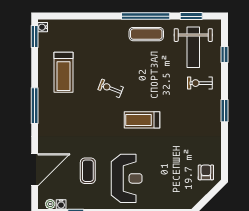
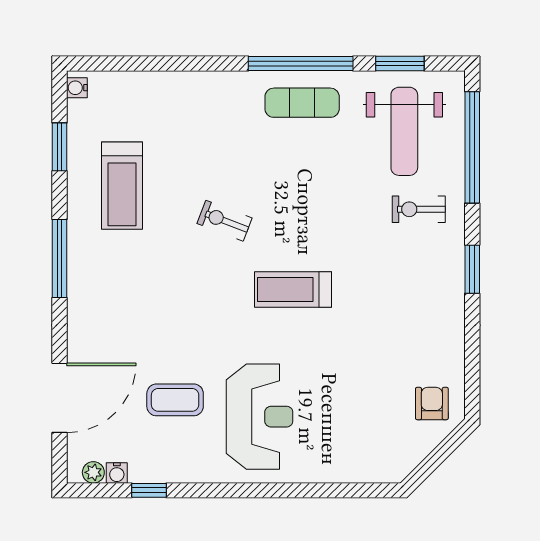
window: (35, 36) -> (60, 147), moved
window: (224, 55) -> (472, 147), width x3.17
coffee table: (88, 171) -> (175, 400), turned 90

